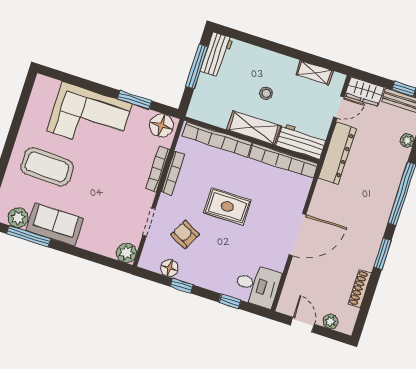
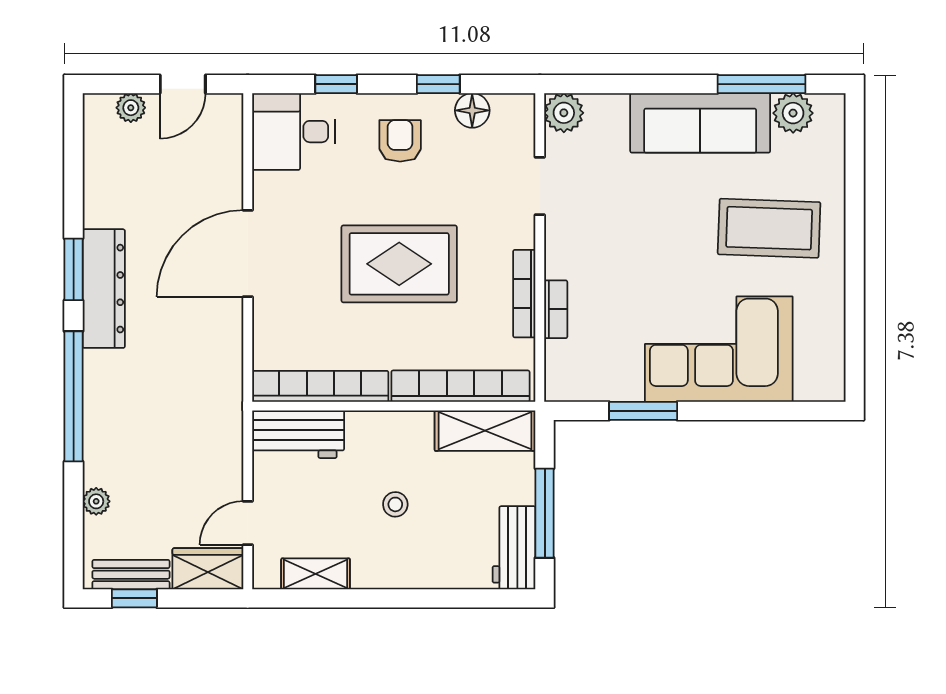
floor lamp: (161, 125) -> (576, 378), removed
shelving: (254, 128) -> (485, 431), moved
dresser: (337, 153) -> (104, 289), moved, turned 180
bookcase: (158, 169) -> (556, 309), width x0.64
rug: (227, 207) -> (399, 264), width x1.36, depth x1.43
sofa: (55, 224) -> (700, 123), width x1.36
armchair: (185, 234) -> (400, 141), moved, turned -118
shoe rack: (360, 289) -> (95, 189), removed
door: (302, 325) -> (183, 84), hinge flipped

